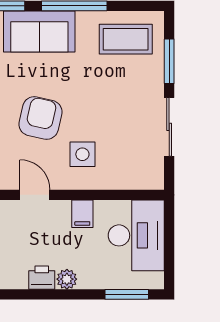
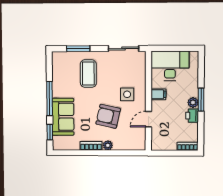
coffee table: (126, 39) -> (88, 74), moved
sliding door: (169, 127) -> (123, 48), moved
window: (127, 294) -> (201, 100), moved

